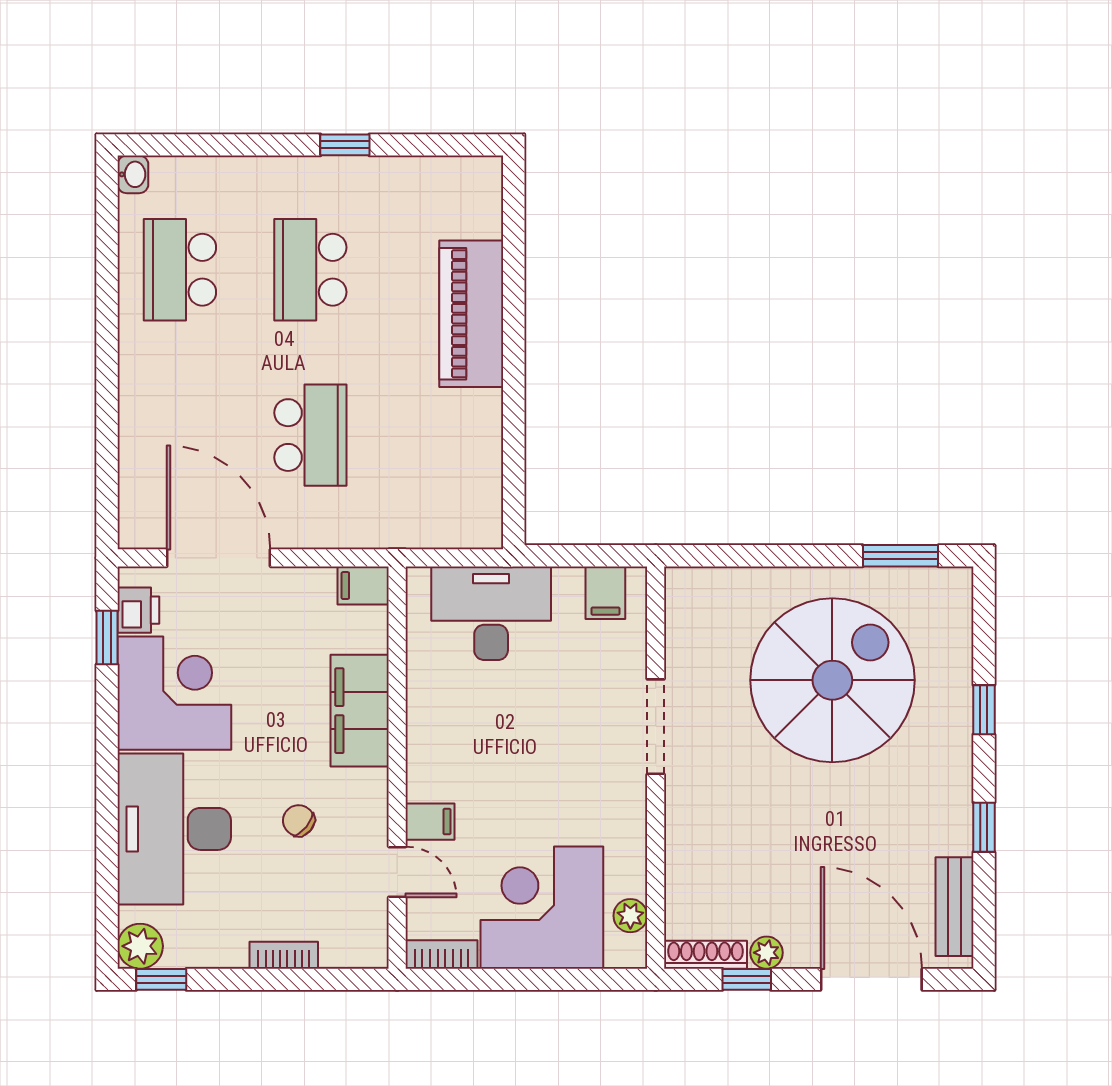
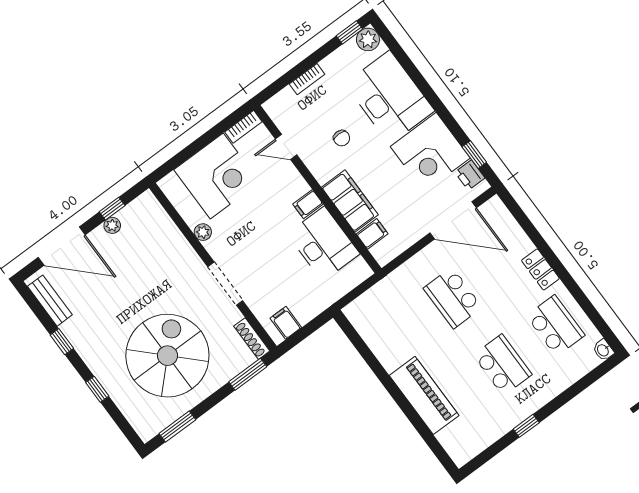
locker: (138, 377) -> (540, 269), added
window: (727, 556) -> (248, 374), added
filing cabinet: (363, 586) -> (372, 234), moved
desk: (491, 613) -> (323, 244), moved, turned -90
spiral stairs: (832, 680) -> (167, 356), turned 180
chair: (299, 821) -> (342, 138), turned 51
filing cabinet: (430, 822) -> (308, 204), moved
plant: (630, 916) -> (203, 232), moved
shoe rack: (706, 955) -> (252, 339), moved, turned 90

